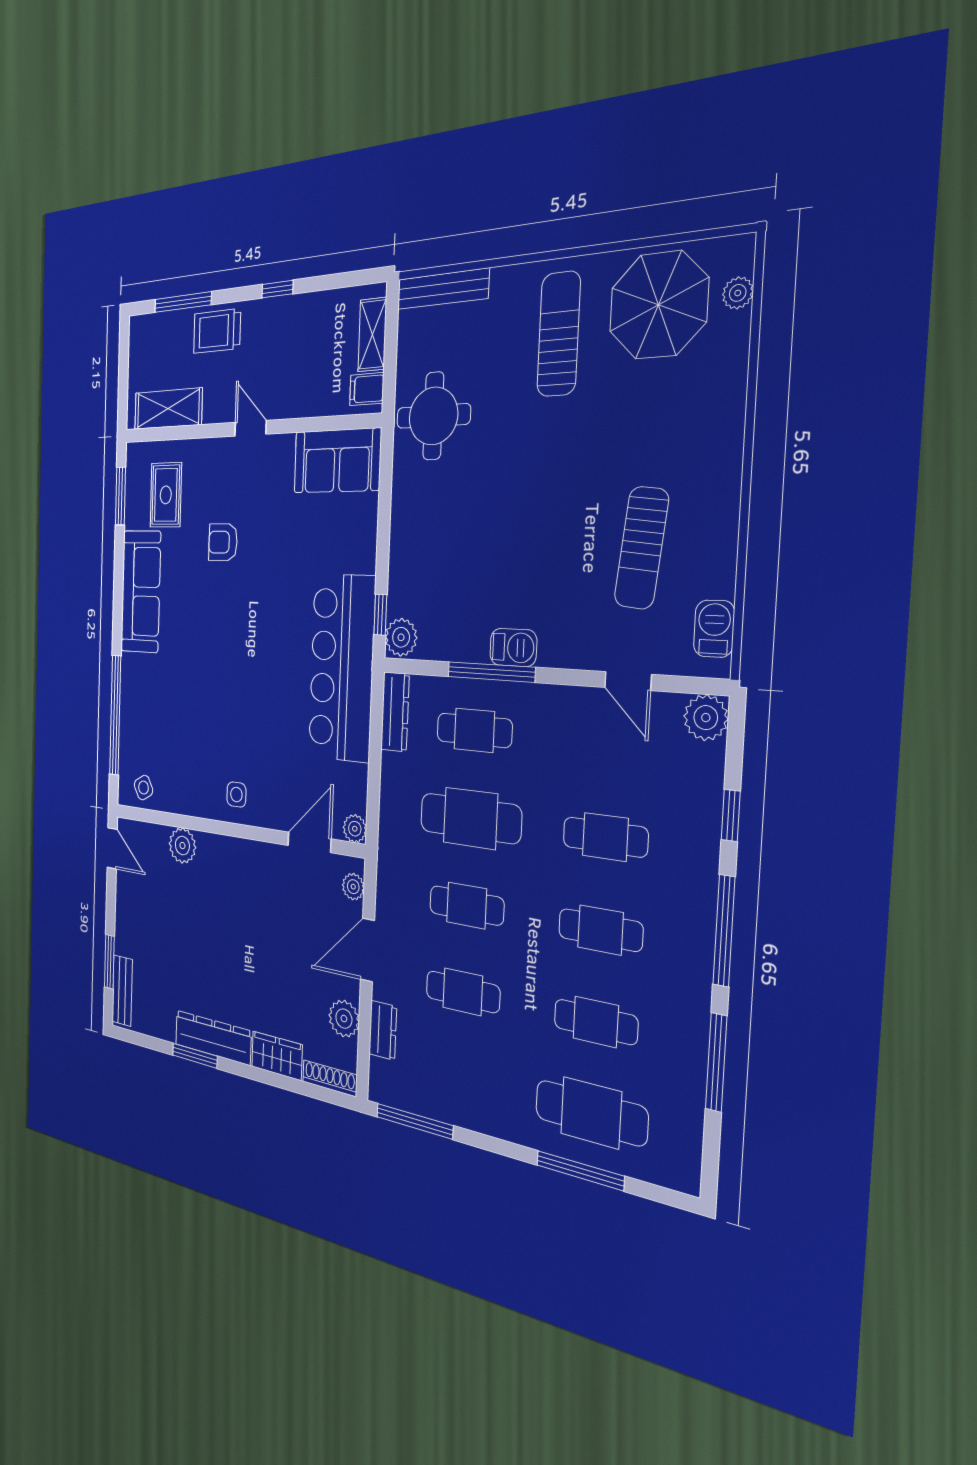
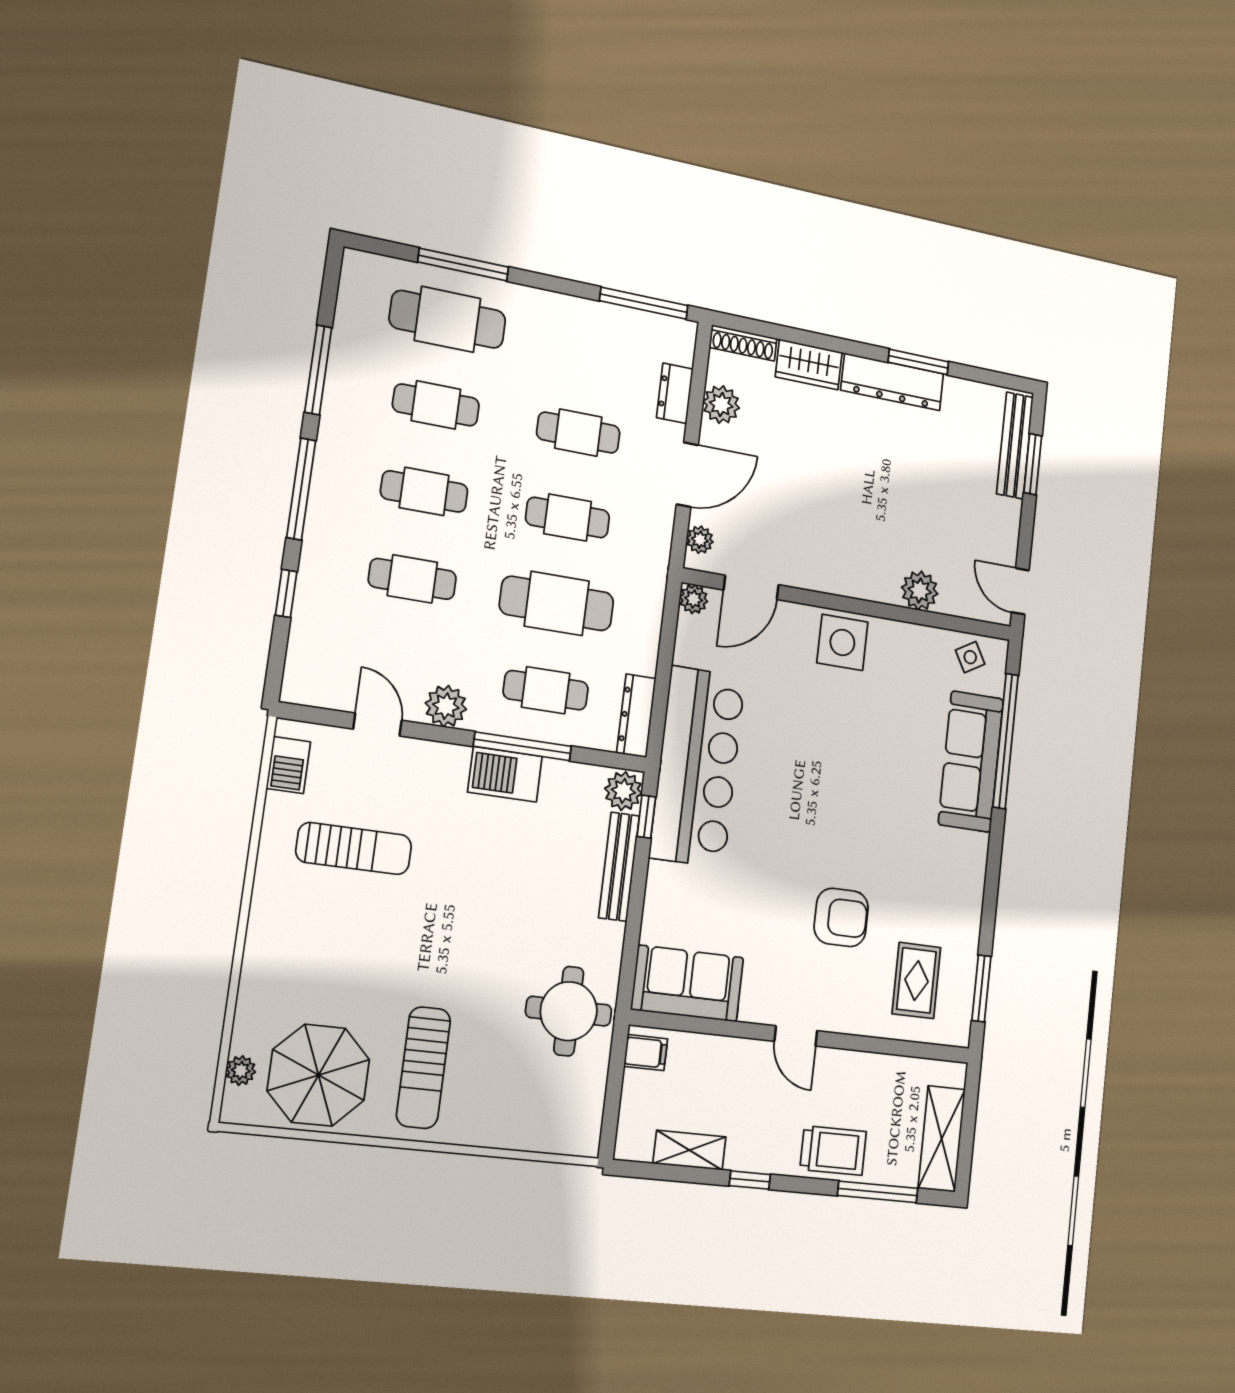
bench: (443, 289) -> (619, 867), moved, turned 90
shelving: (372, 335) -> (689, 1150), moved, turned 90
shelving: (168, 409) -> (942, 1139), moved, turned 90
armchair: (223, 542) -> (841, 917), width x1.38, depth x1.38
sun lounger: (641, 548) -> (354, 848), turned 84
sofa: (141, 592) -> (971, 761), moved
barbecue: (513, 648) -> (505, 774), width x1.38, depth x1.27
plant: (706, 718) -> (446, 706), moved
side table: (236, 795) -> (842, 642), width x1.87, depth x1.87
bench: (122, 991) -> (1015, 445), width x1.36

